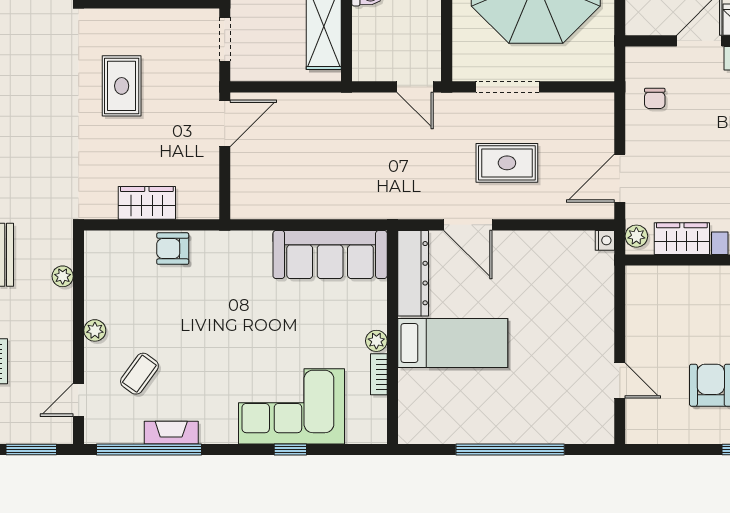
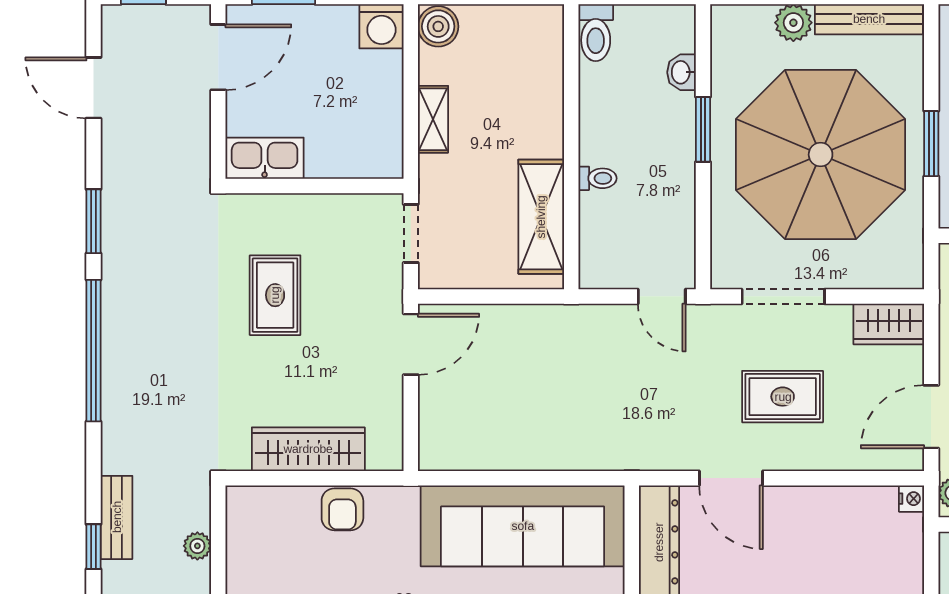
wardrobe: (588, 108) -> (889, 324), added
wardrobe: (147, 203) -> (308, 449), width x1.50
armchair: (173, 249) -> (342, 509), turned -90
sofa: (330, 254) -> (523, 526), width x1.36, depth x1.27

